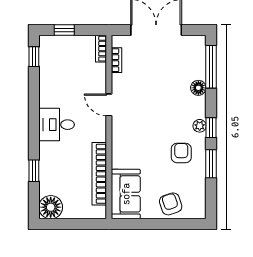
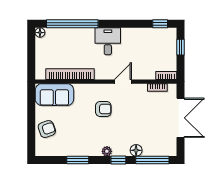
window: (211, 128) -> (118, 160), moved
armchair: (181, 153) -> (103, 109), moved
window: (34, 171) -> (72, 24), width x3.17
floor lamp: (51, 207) -> (40, 33), width x0.53, depth x0.53

